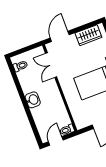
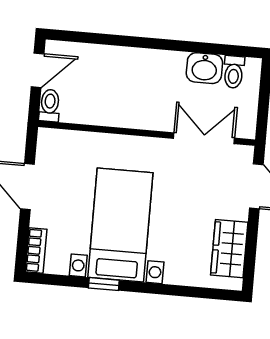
washbasin: (33, 100) -> (204, 68), moved
door: (56, 141) -> (38, 70), hinge flipped

